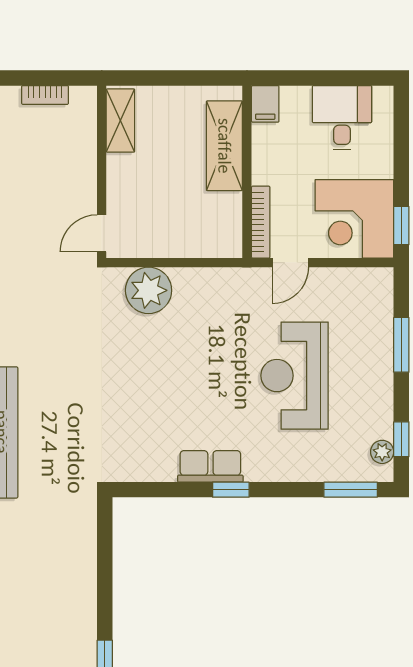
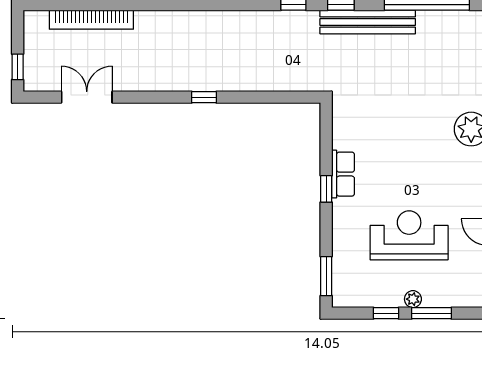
window: (401, 439) -> (386, 313), moved
plant: (382, 452) -> (413, 299), moved

